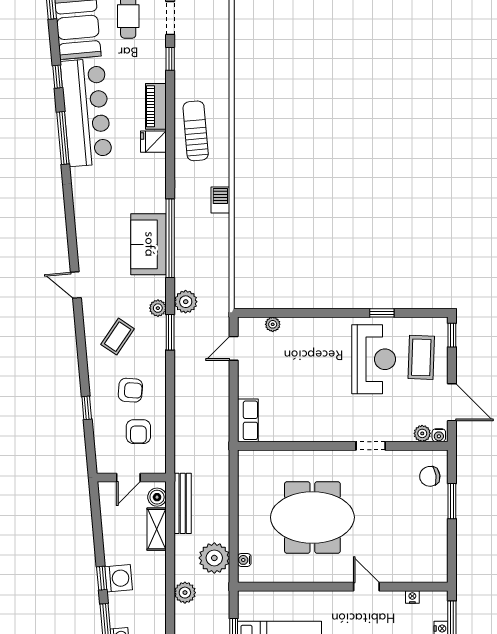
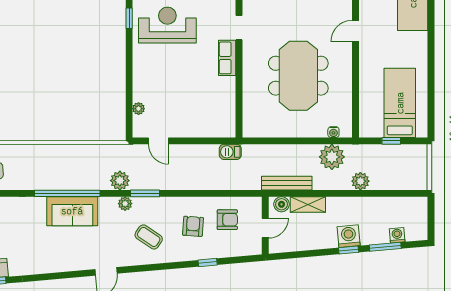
barbecue: (220, 200) -> (230, 152), moved
row of seats: (248, 420) -> (227, 58), moved, turned -90
door: (128, 478) -> (265, 228), hinge flipped

